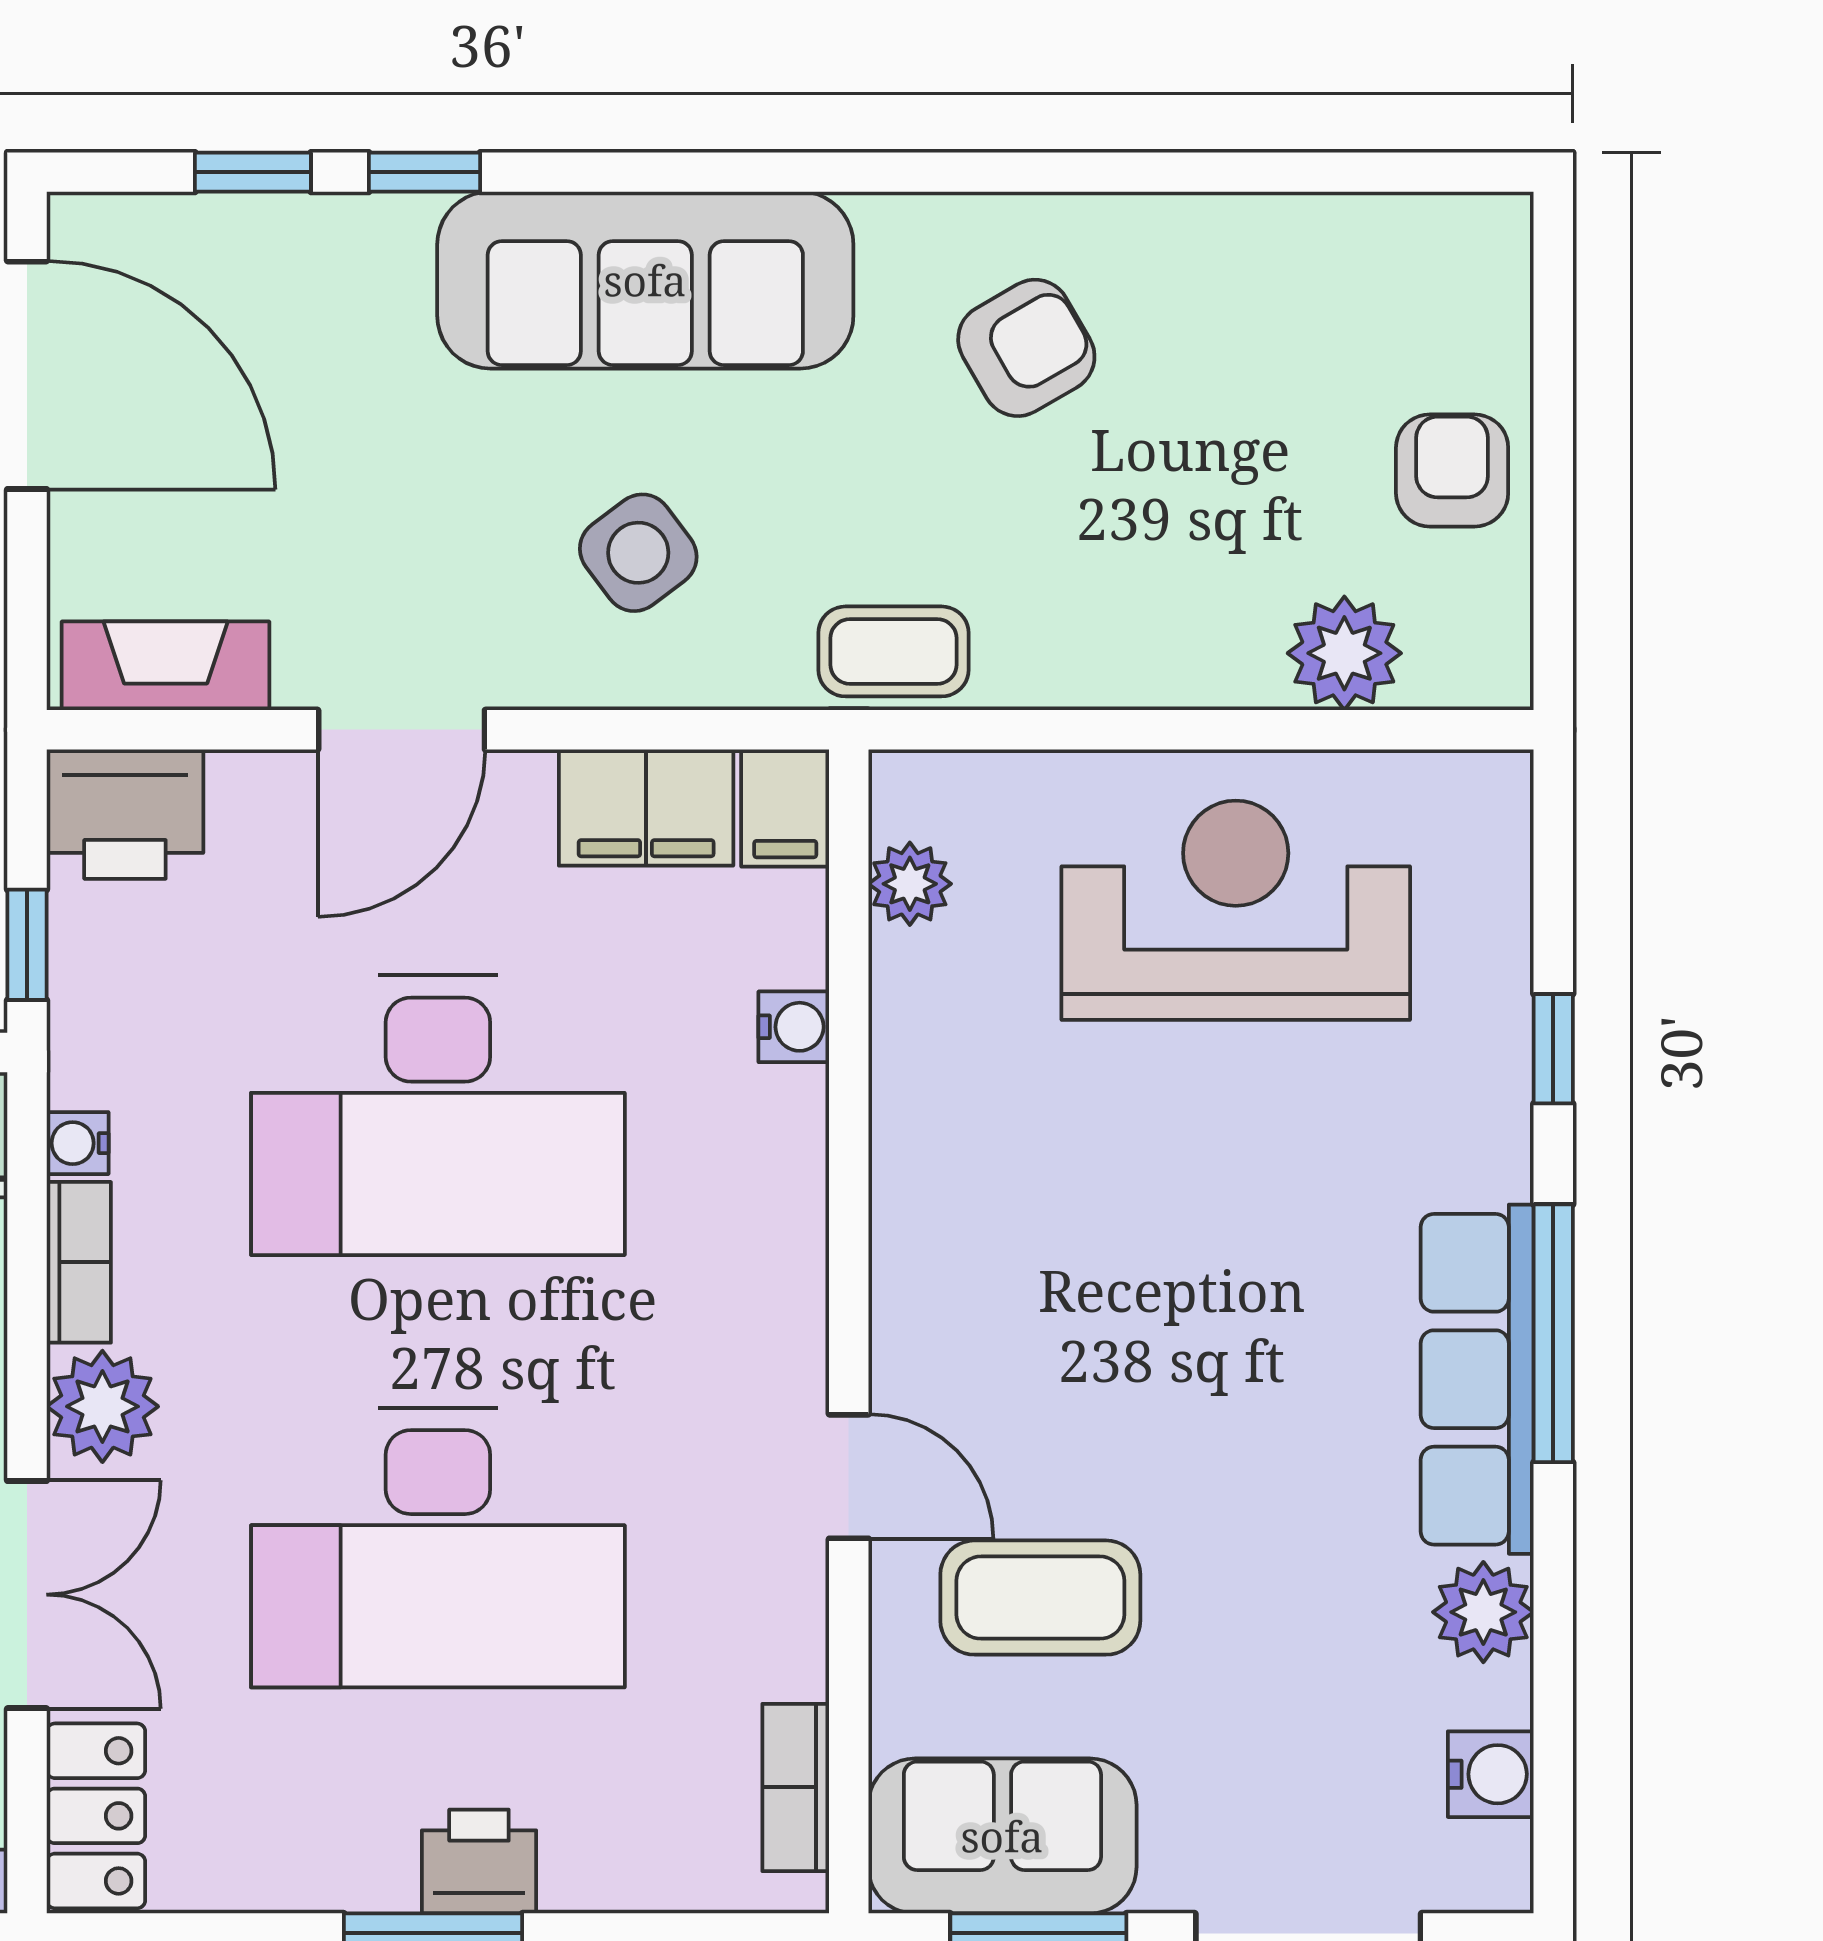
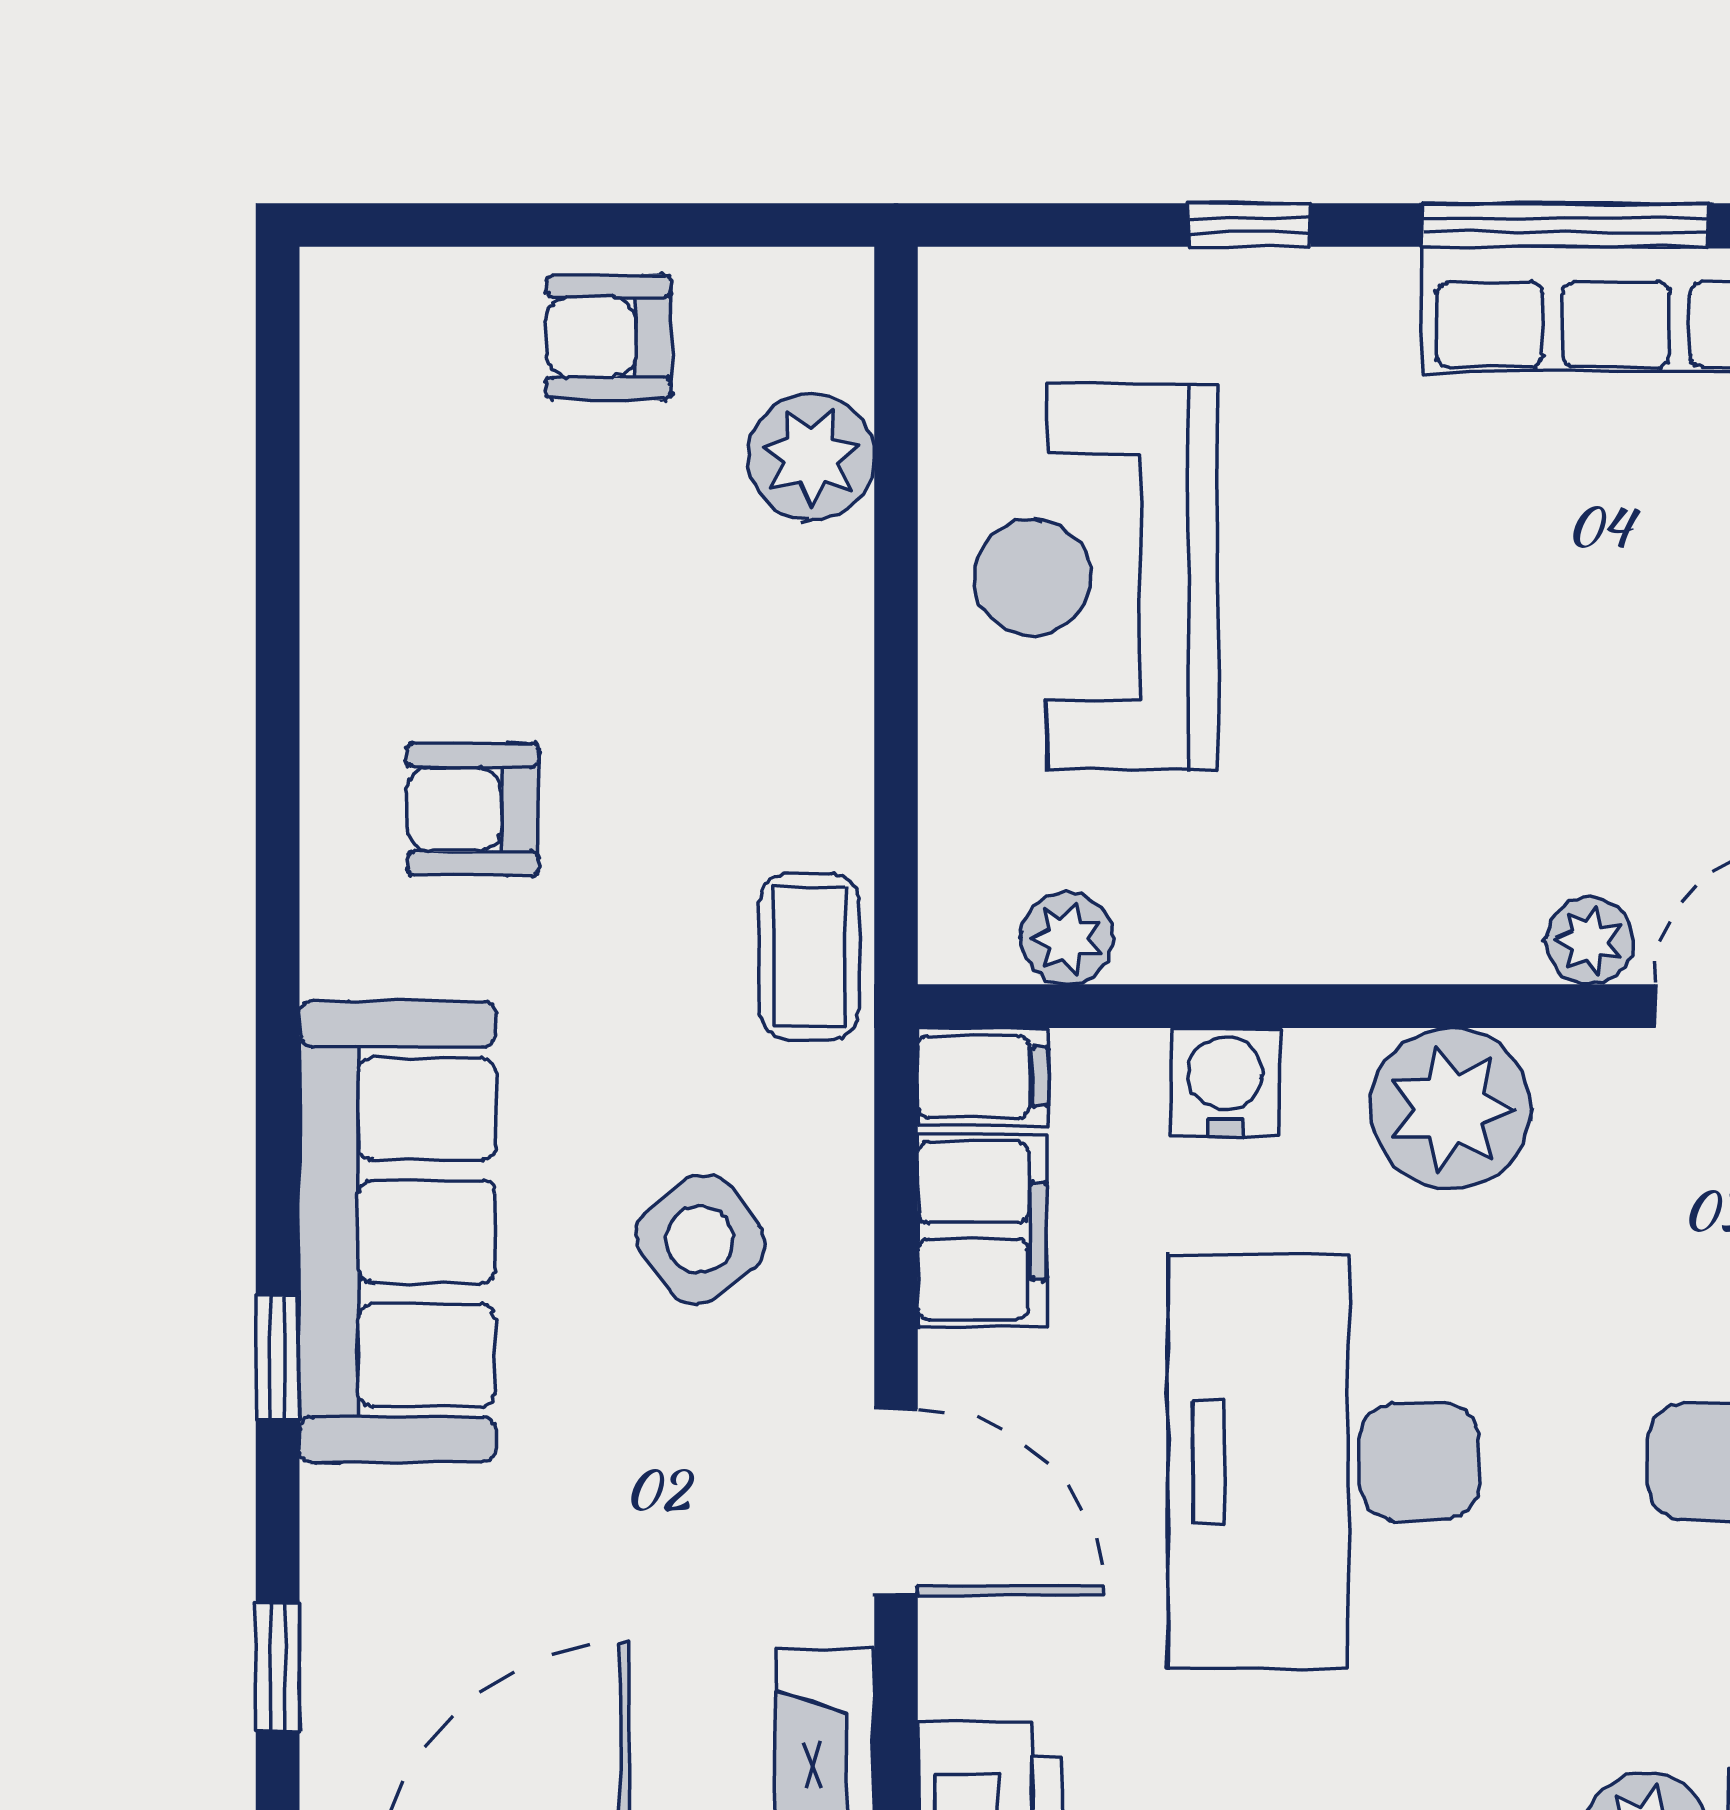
window: (424, 172) -> (278, 1357), moved
armchair: (1026, 348) -> (473, 809), turned -60
water cooler: (794, 1027) -> (1225, 1082), width x1.38, depth x1.38
desk: (438, 1115) -> (1323, 1462), turned 180
plant: (757, 1230) -> (1451, 1108), added
plant: (908, 1355) -> (1590, 941), added

